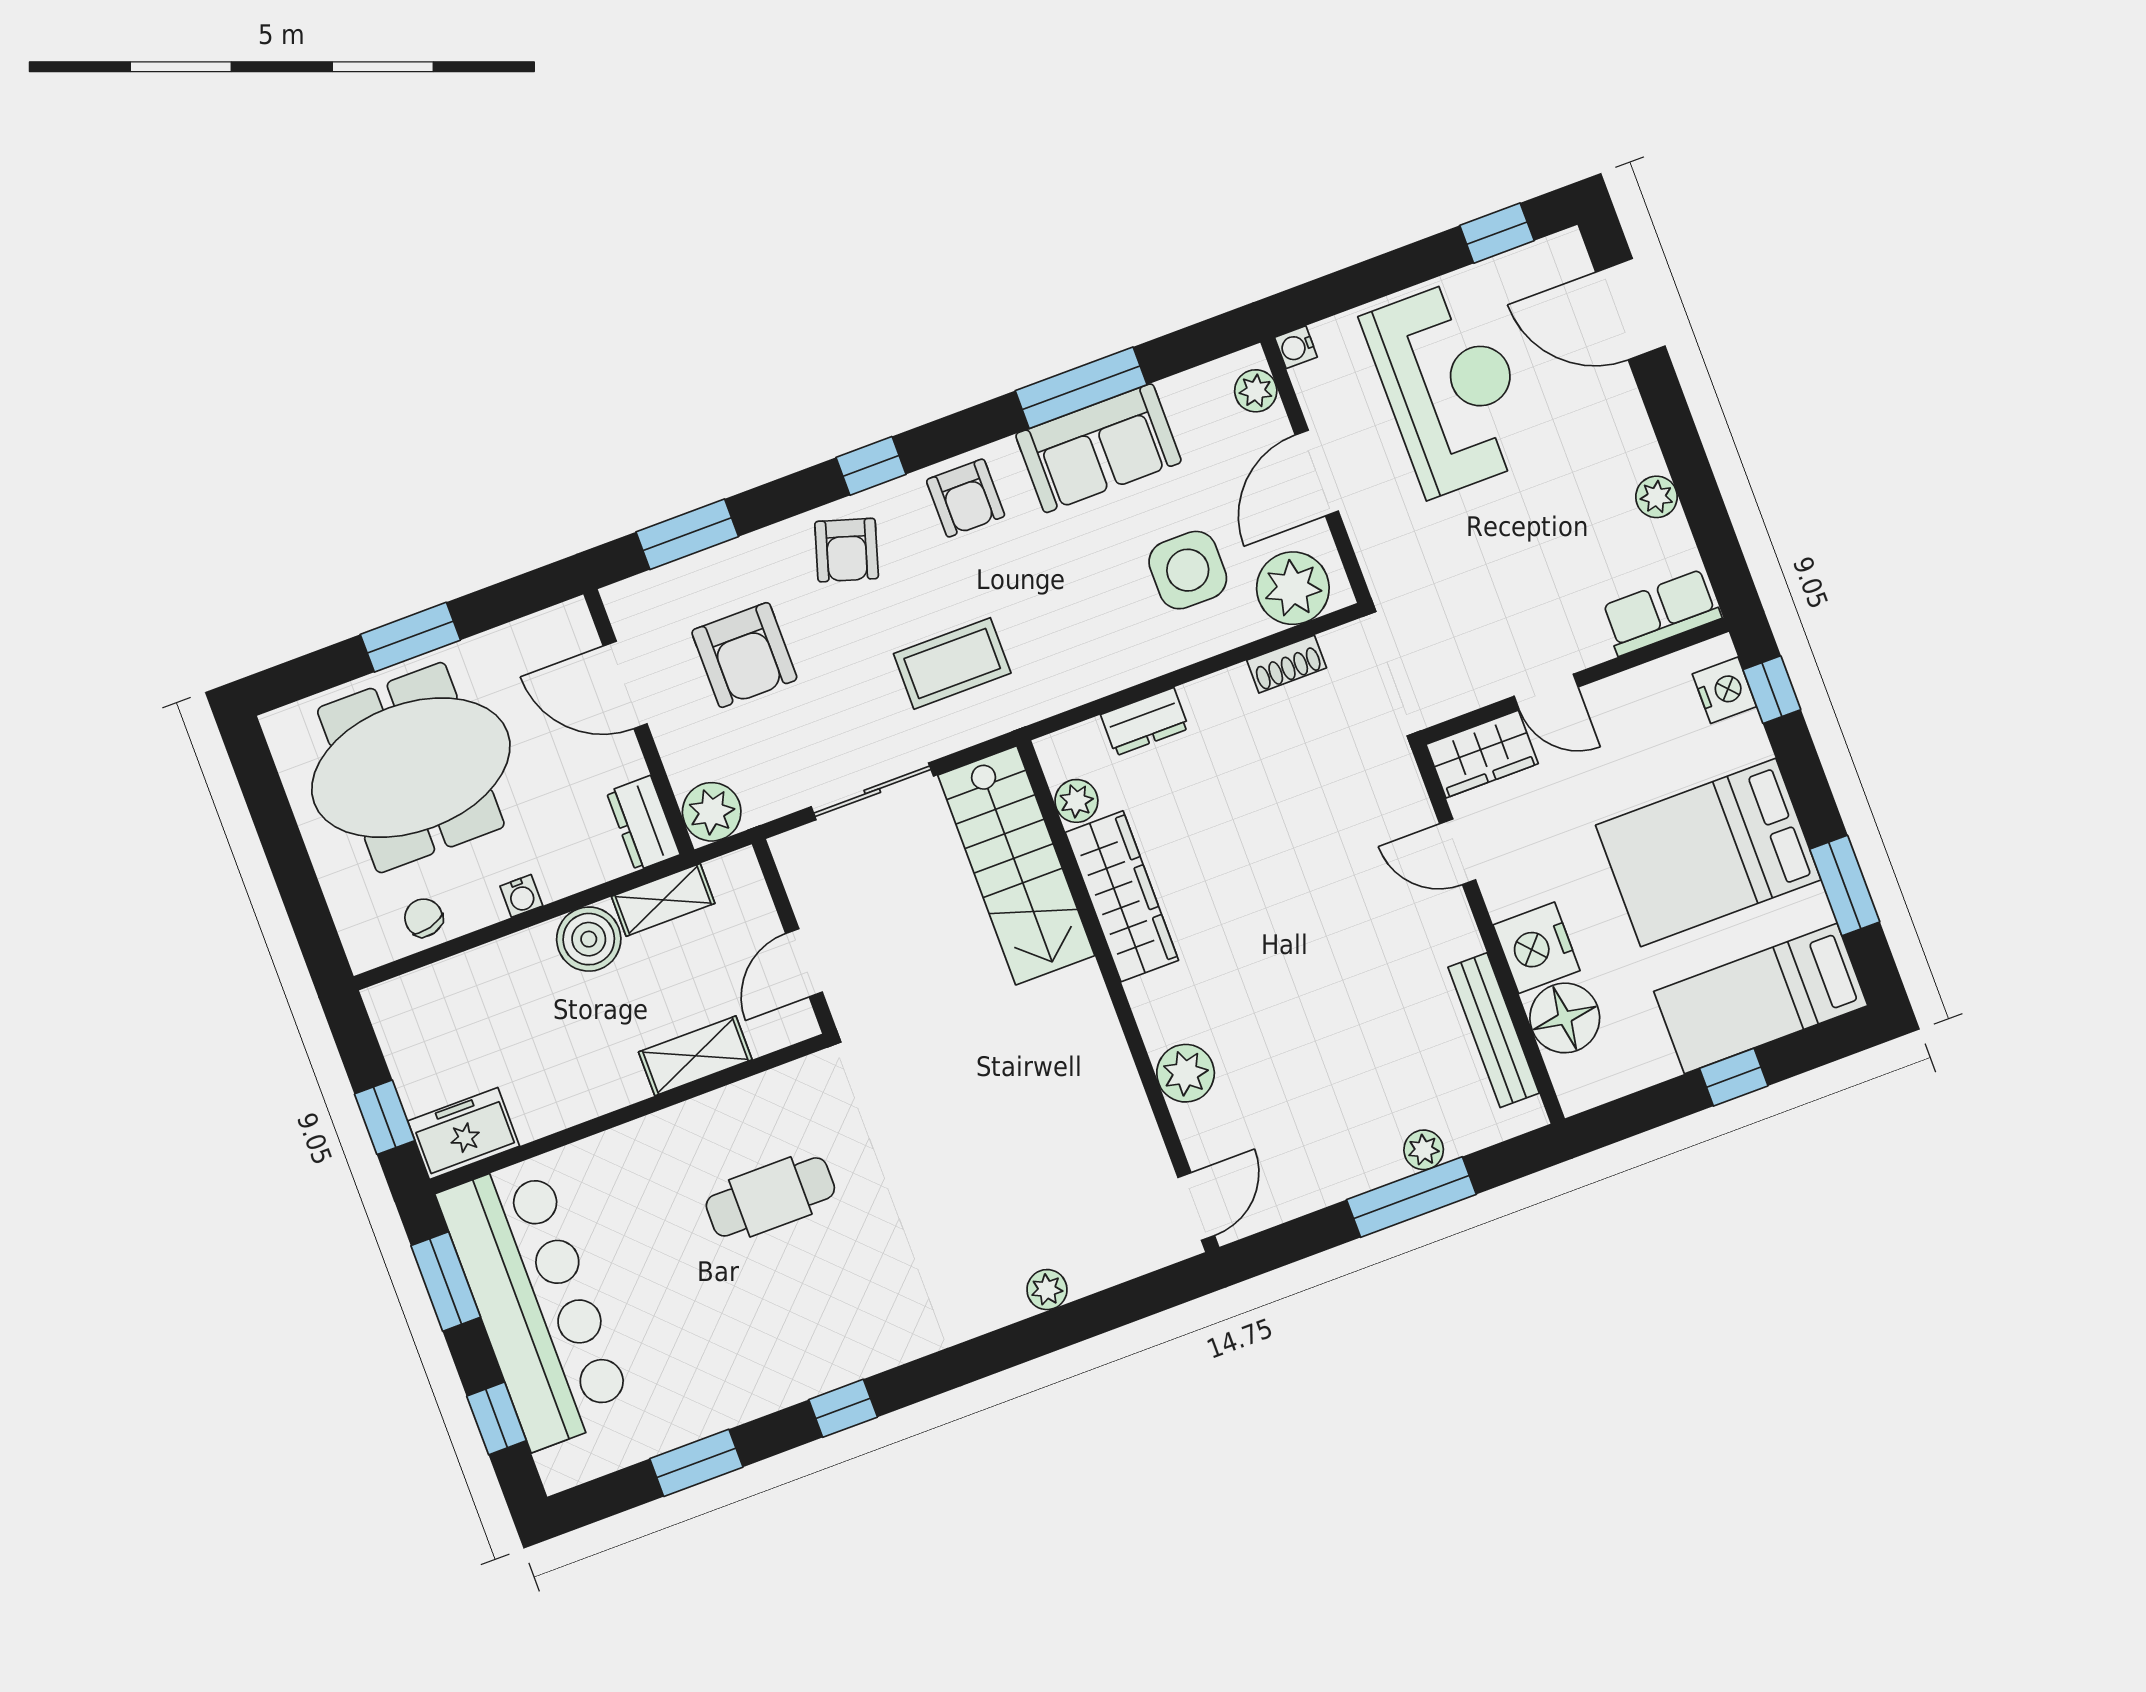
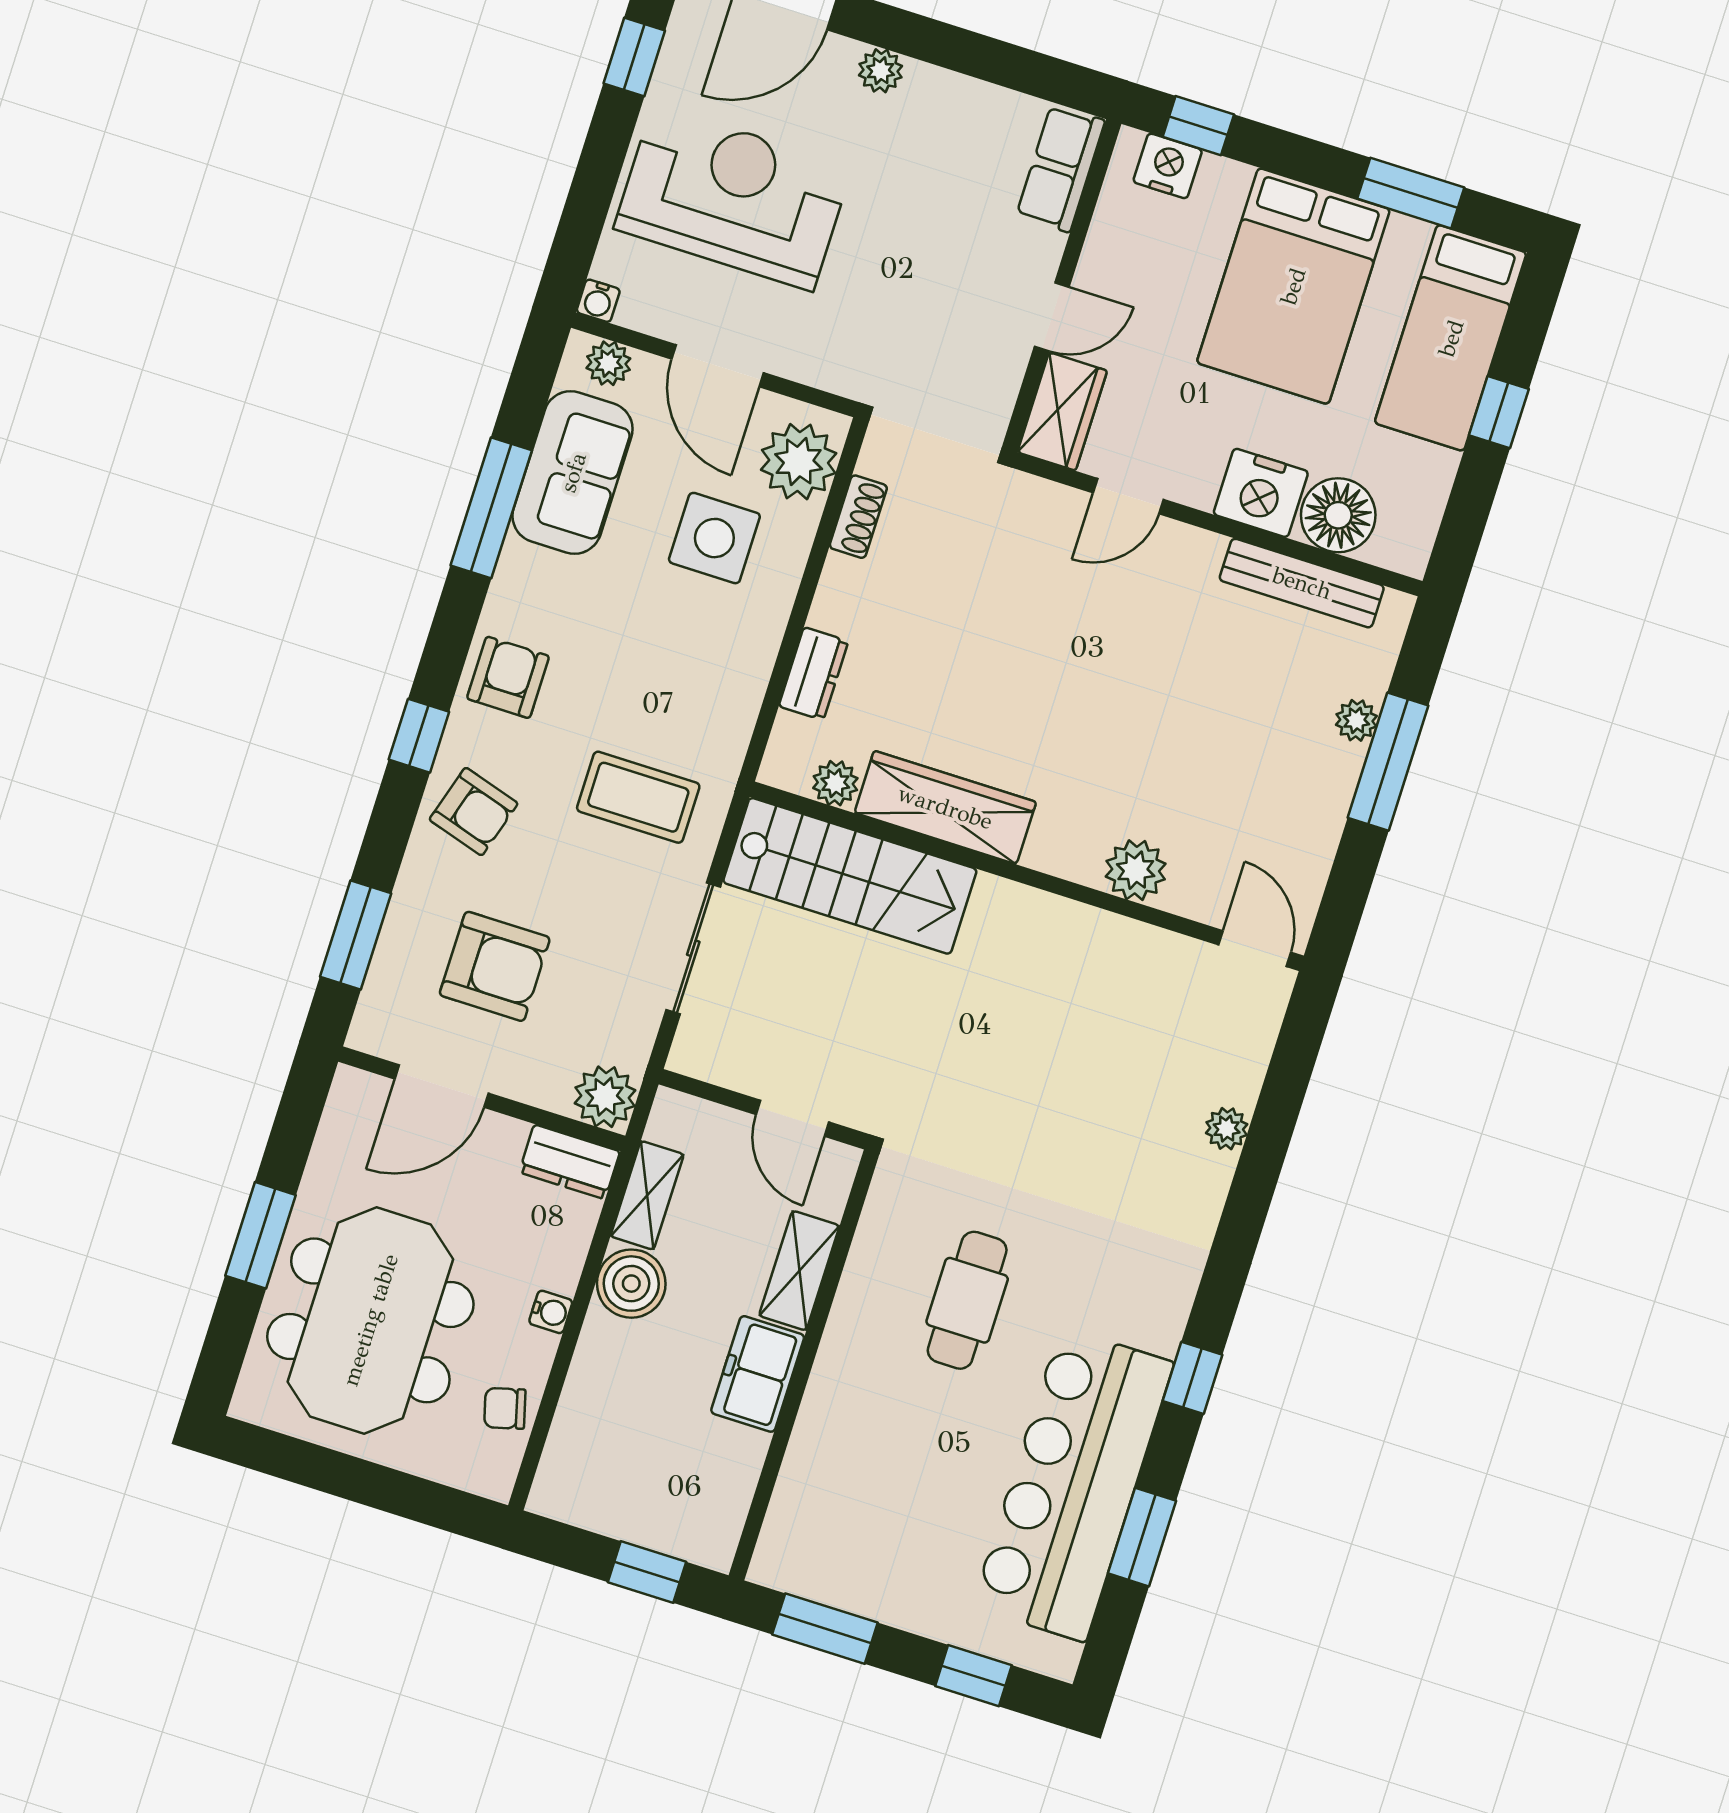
sofa: (1098, 448) -> (573, 472), moved
plant: (1656, 497) -> (881, 71), moved
armchair: (966, 498) -> (508, 677), turned -90
coffee table: (952, 663) -> (638, 797), turned 90
freezer: (464, 1134) -> (758, 1374), moved
bar counter: (536, 1304) -> (1073, 1485), moved, turned -90

